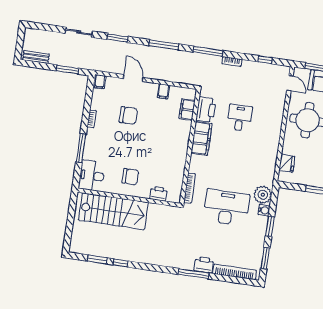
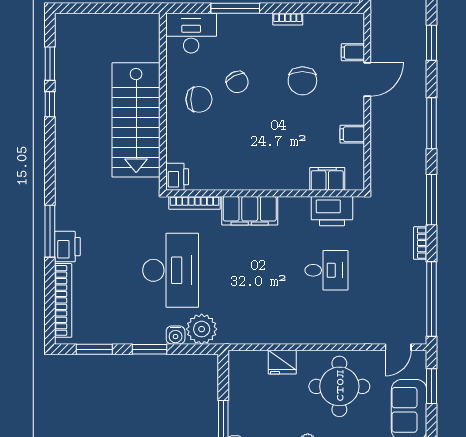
window: (265, 60) -> (432, 299), width x3.17
filing cabinet: (100, 82) -> (353, 52), moved
filing cabinet: (202, 138) -> (250, 211), moved
chair: (124, 153) -> (237, 82), added
fridge: (287, 163) -> (282, 362), moved
chair: (130, 177) -> (199, 99), turned -90
printer: (158, 194) -> (177, 177), moved
stairs: (113, 211) -> (136, 120), moved

